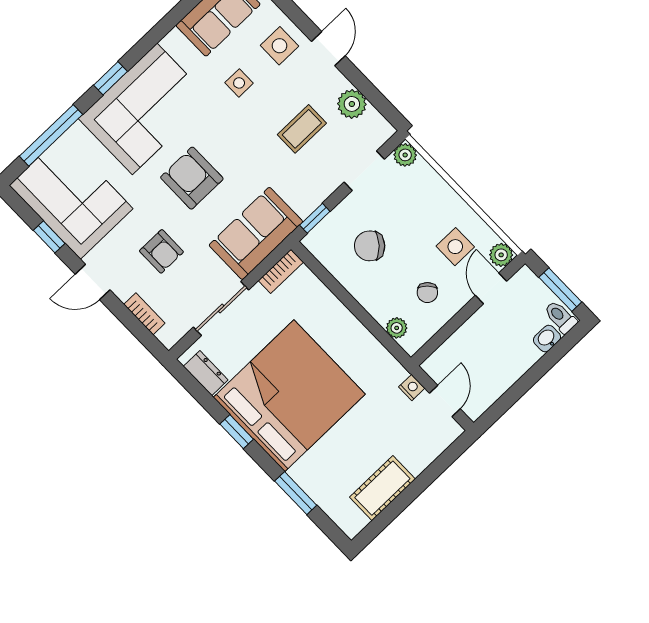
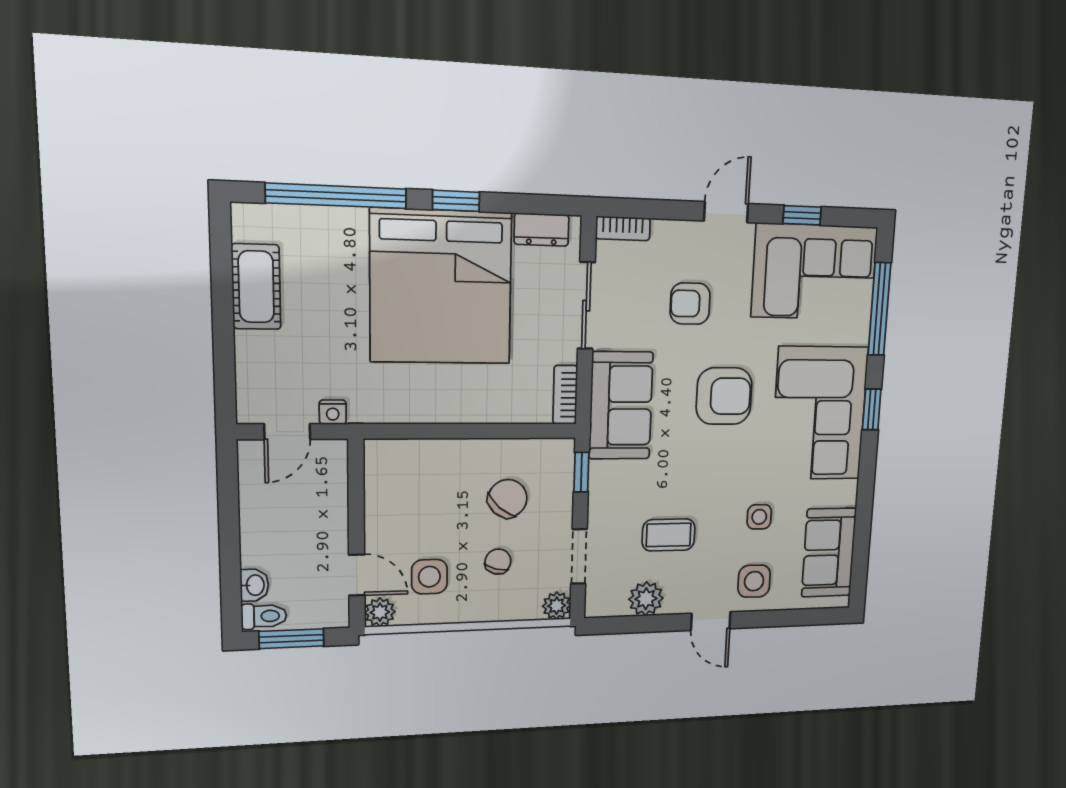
coffee table: (302, 129) -> (669, 535), turned 90
chair: (427, 293) -> (498, 561), moved, turned 61
bookcase: (144, 314) -> (623, 228), moved
plant: (397, 328) -> (406, 452), removed
door: (445, 401) -> (287, 432), hinge flipped
window: (296, 493) -> (337, 196), width x2.11

